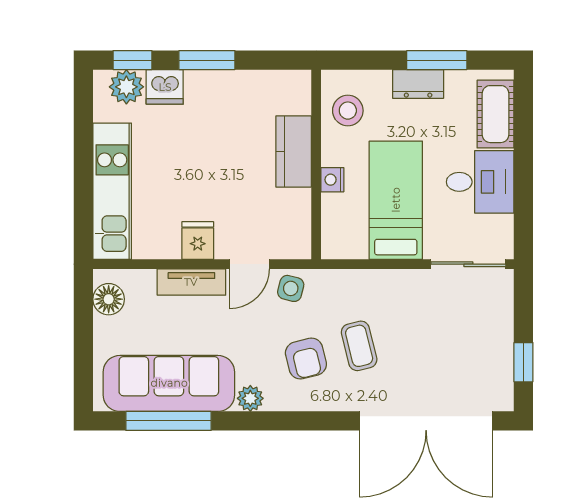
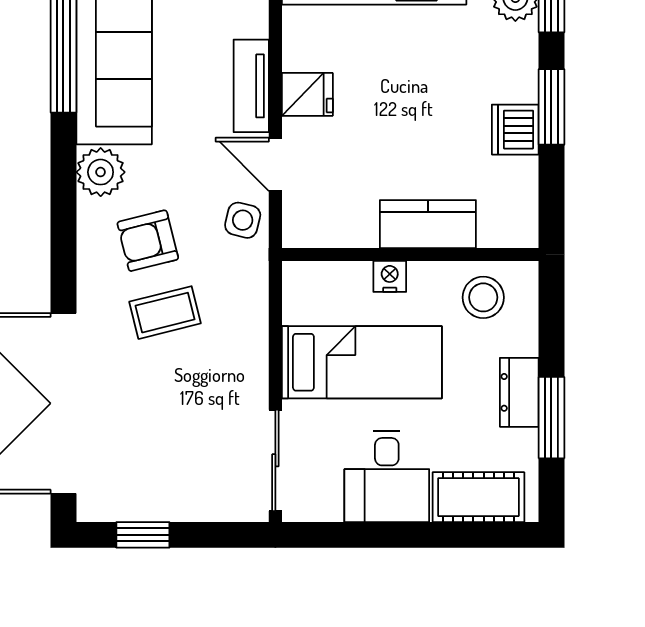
dishwasher: (165, 87) -> (515, 130), moved
plant: (250, 398) -> (101, 172), width x1.38, depth x1.38

